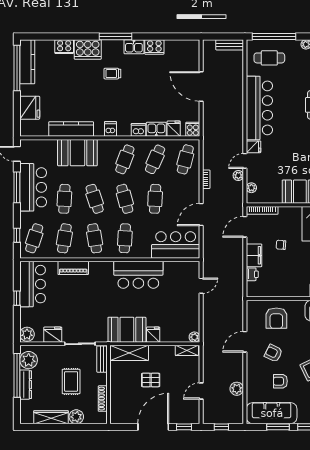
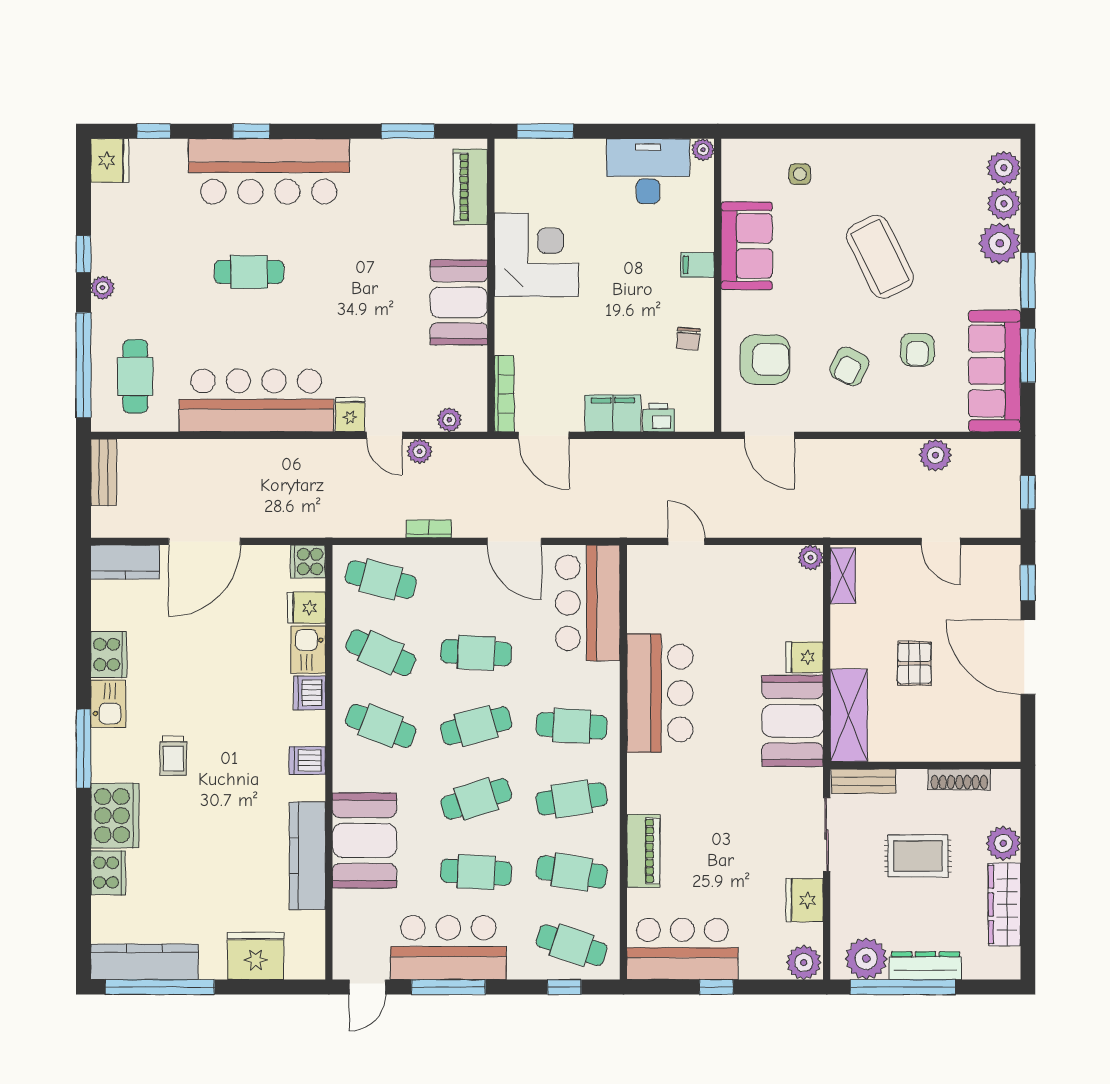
kitchen counter: (193, 54) -> (125, 562), added
chair: (281, 245) -> (688, 339), moved
door: (245, 342) -> (769, 435), moved

